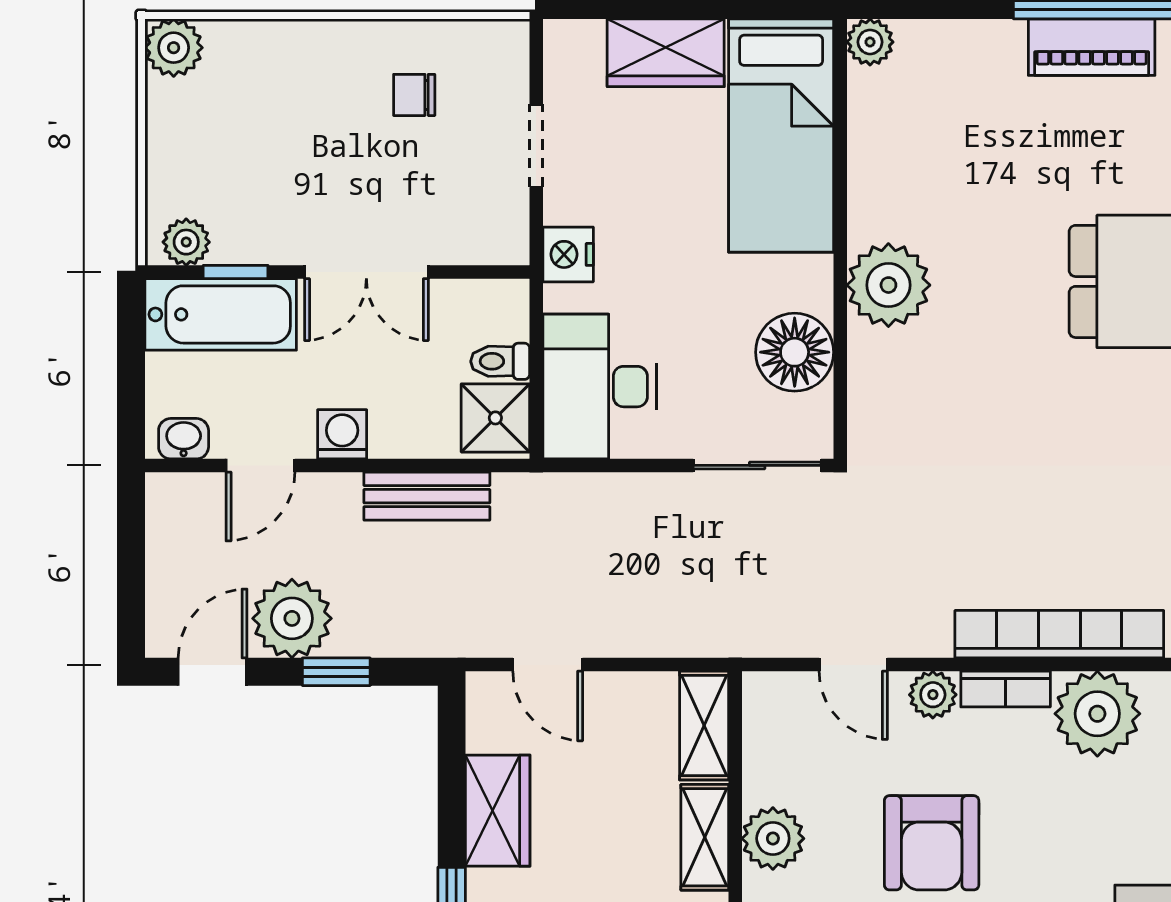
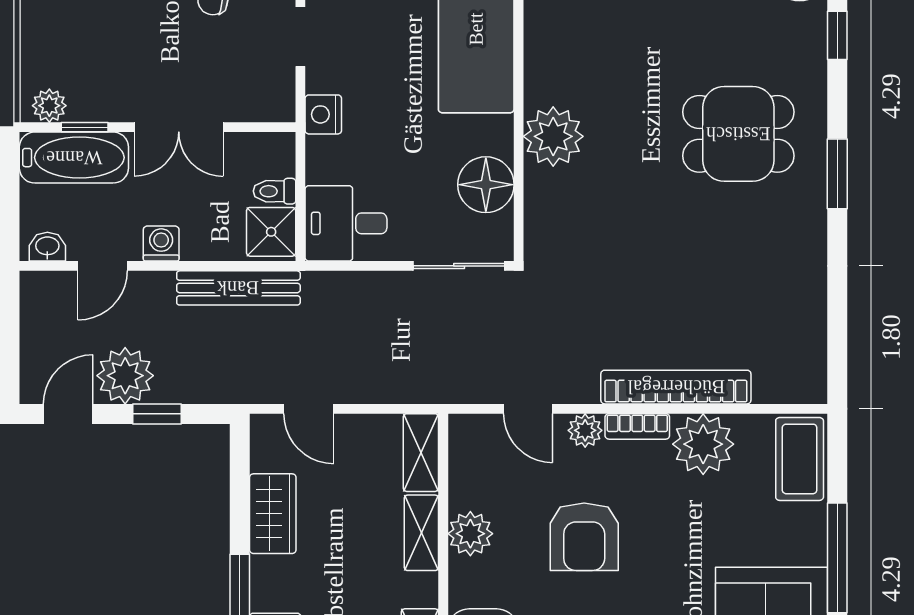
desk: (600, 387) -> (346, 223), width x0.73
bench: (427, 496) -> (238, 288), width x1.36

